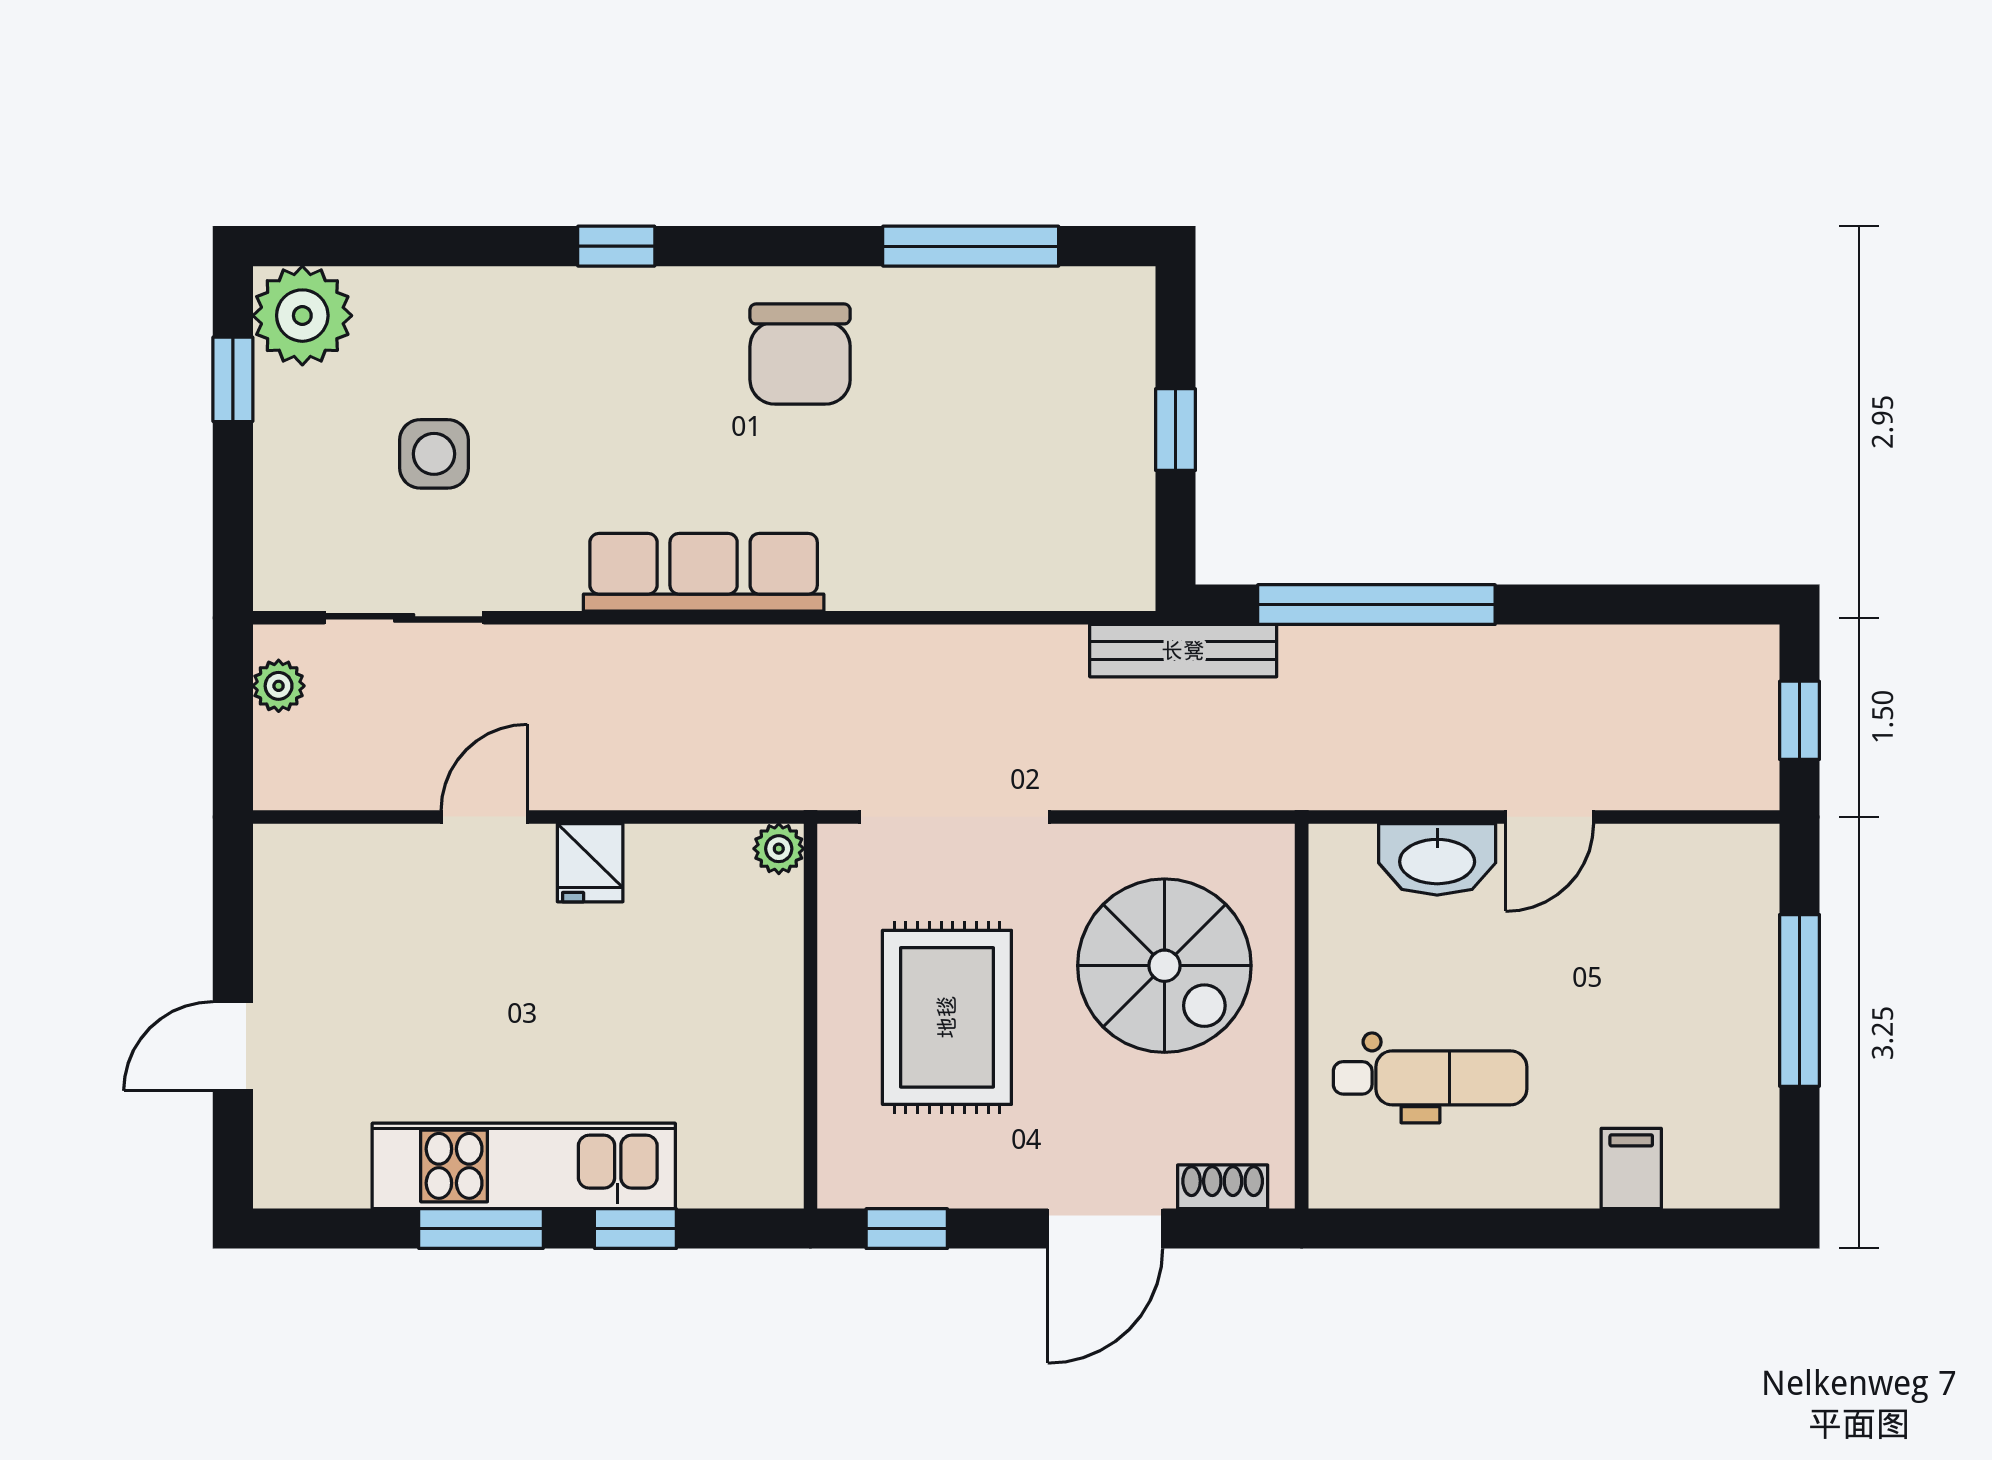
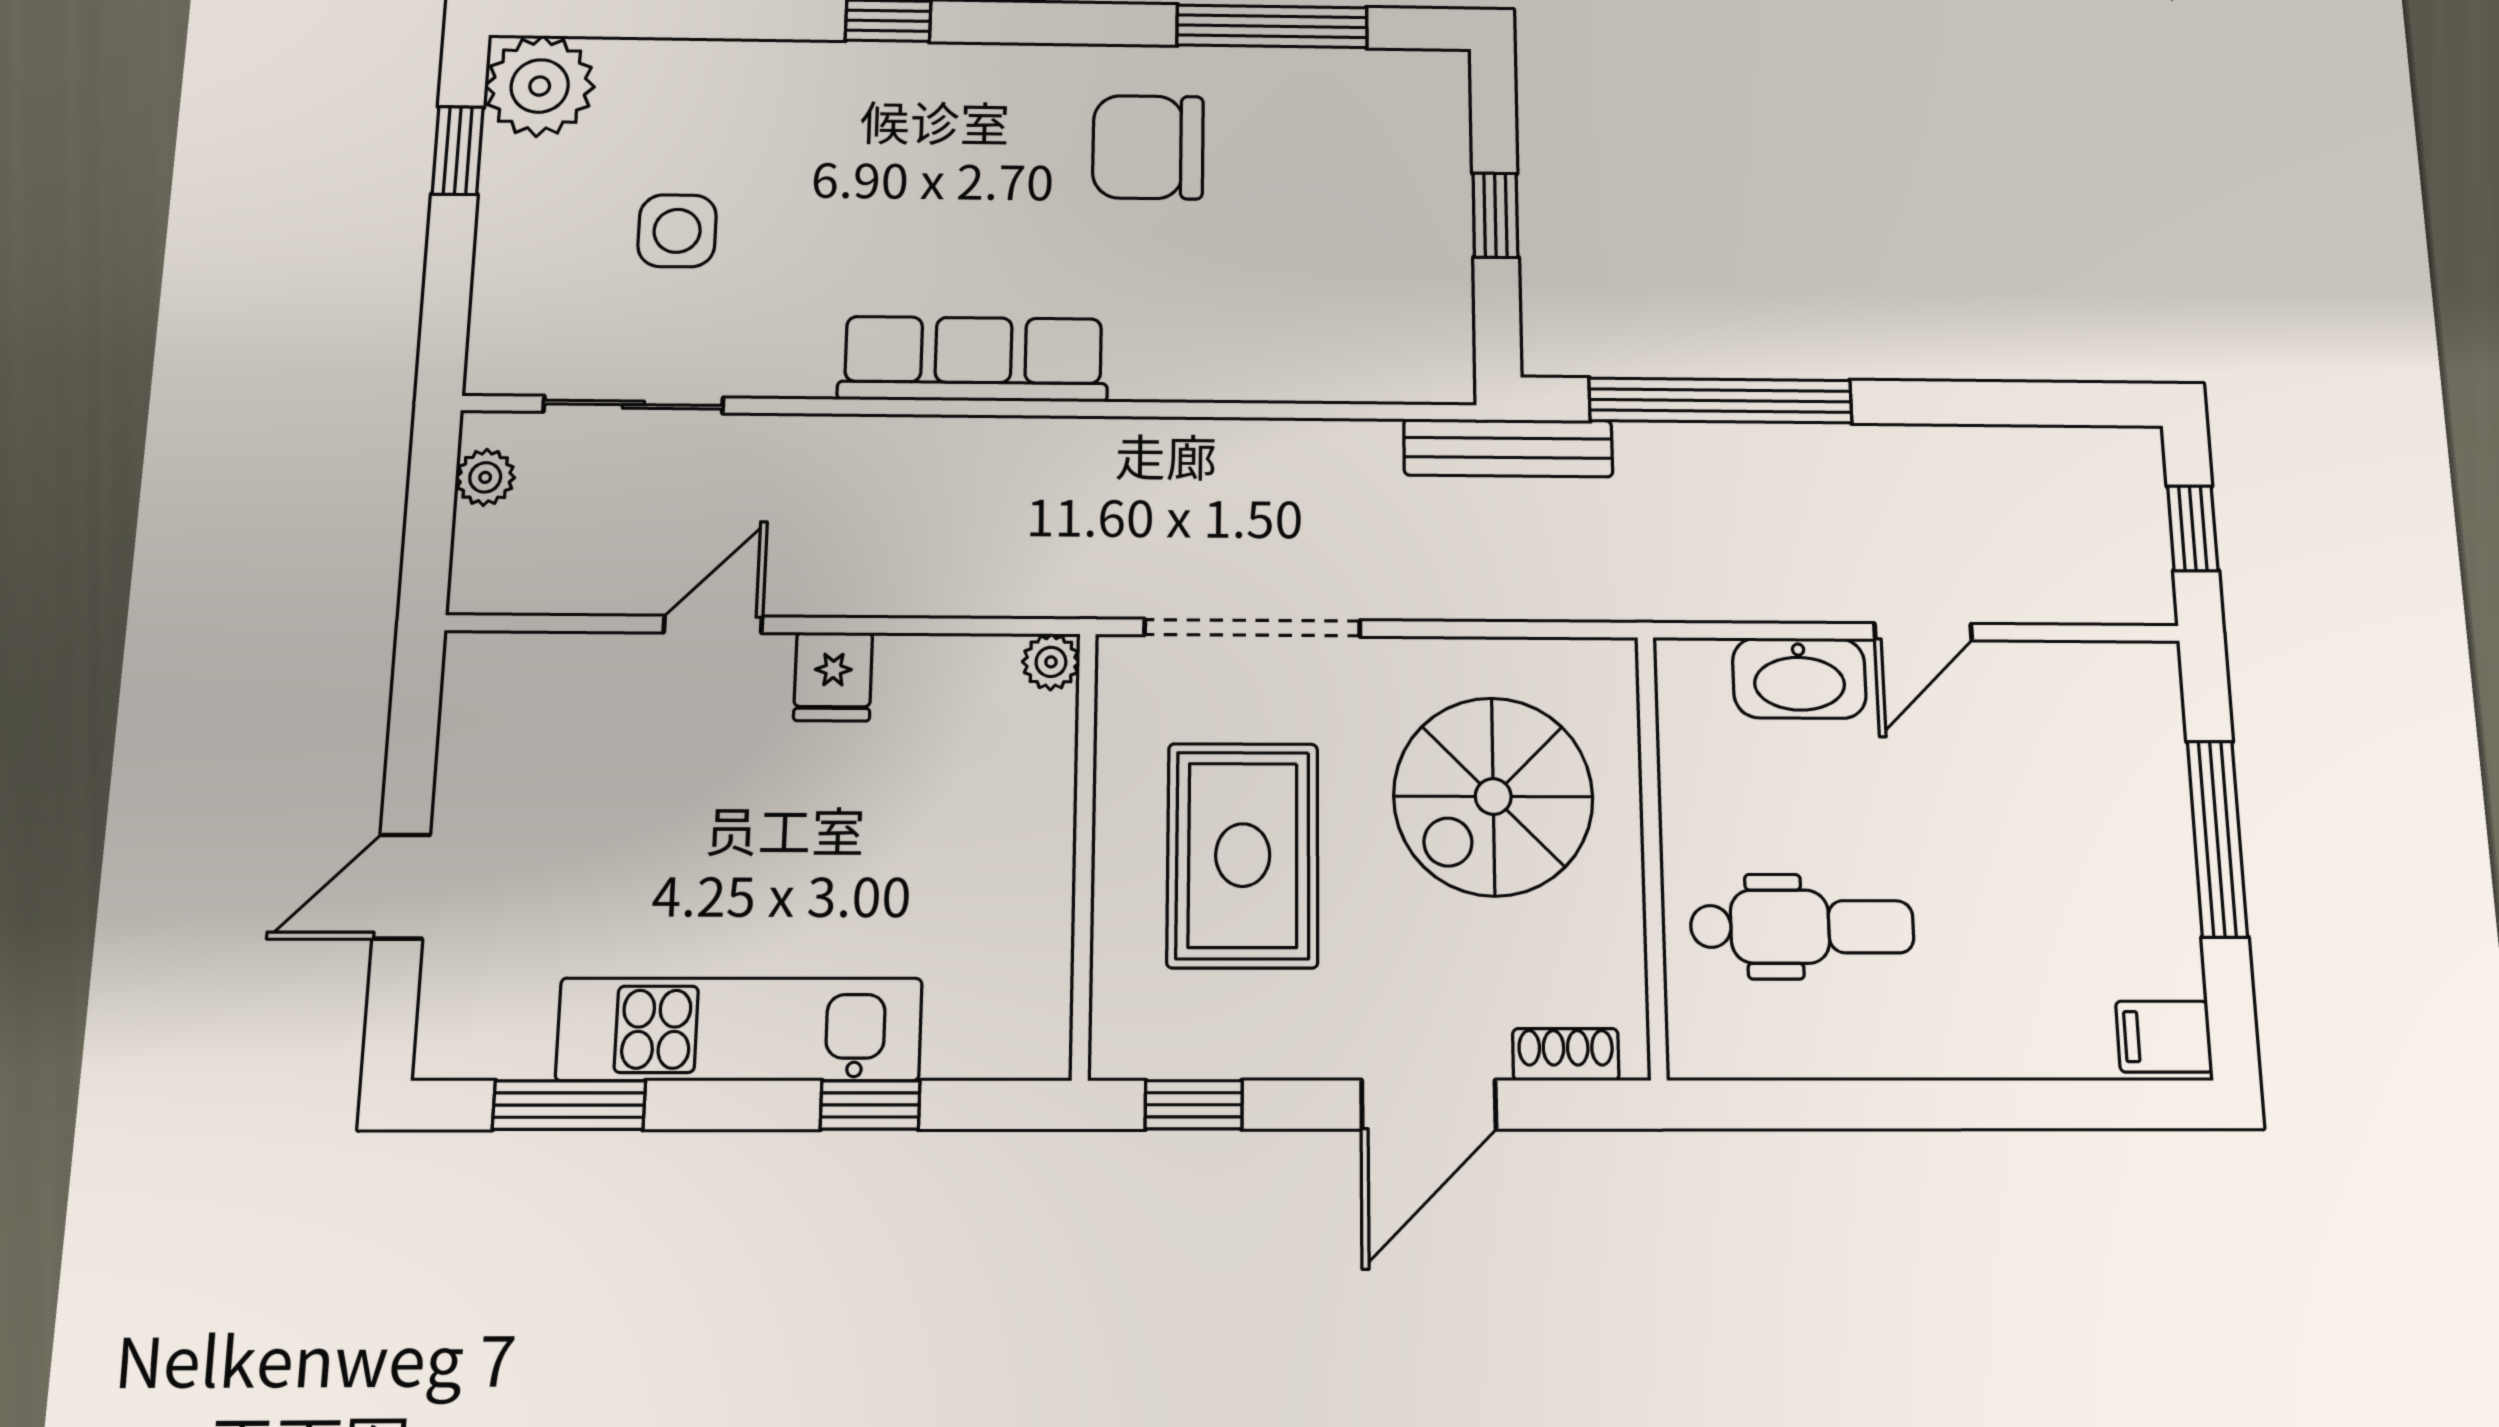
chair: (800, 354) -> (1148, 147), moved, turned 90
spiral stairs: (1164, 966) -> (1493, 797), turned 90
filing cabinet: (1631, 1168) -> (2164, 1037), moved, turned -90
window: (481, 1229) -> (569, 1105), moved

